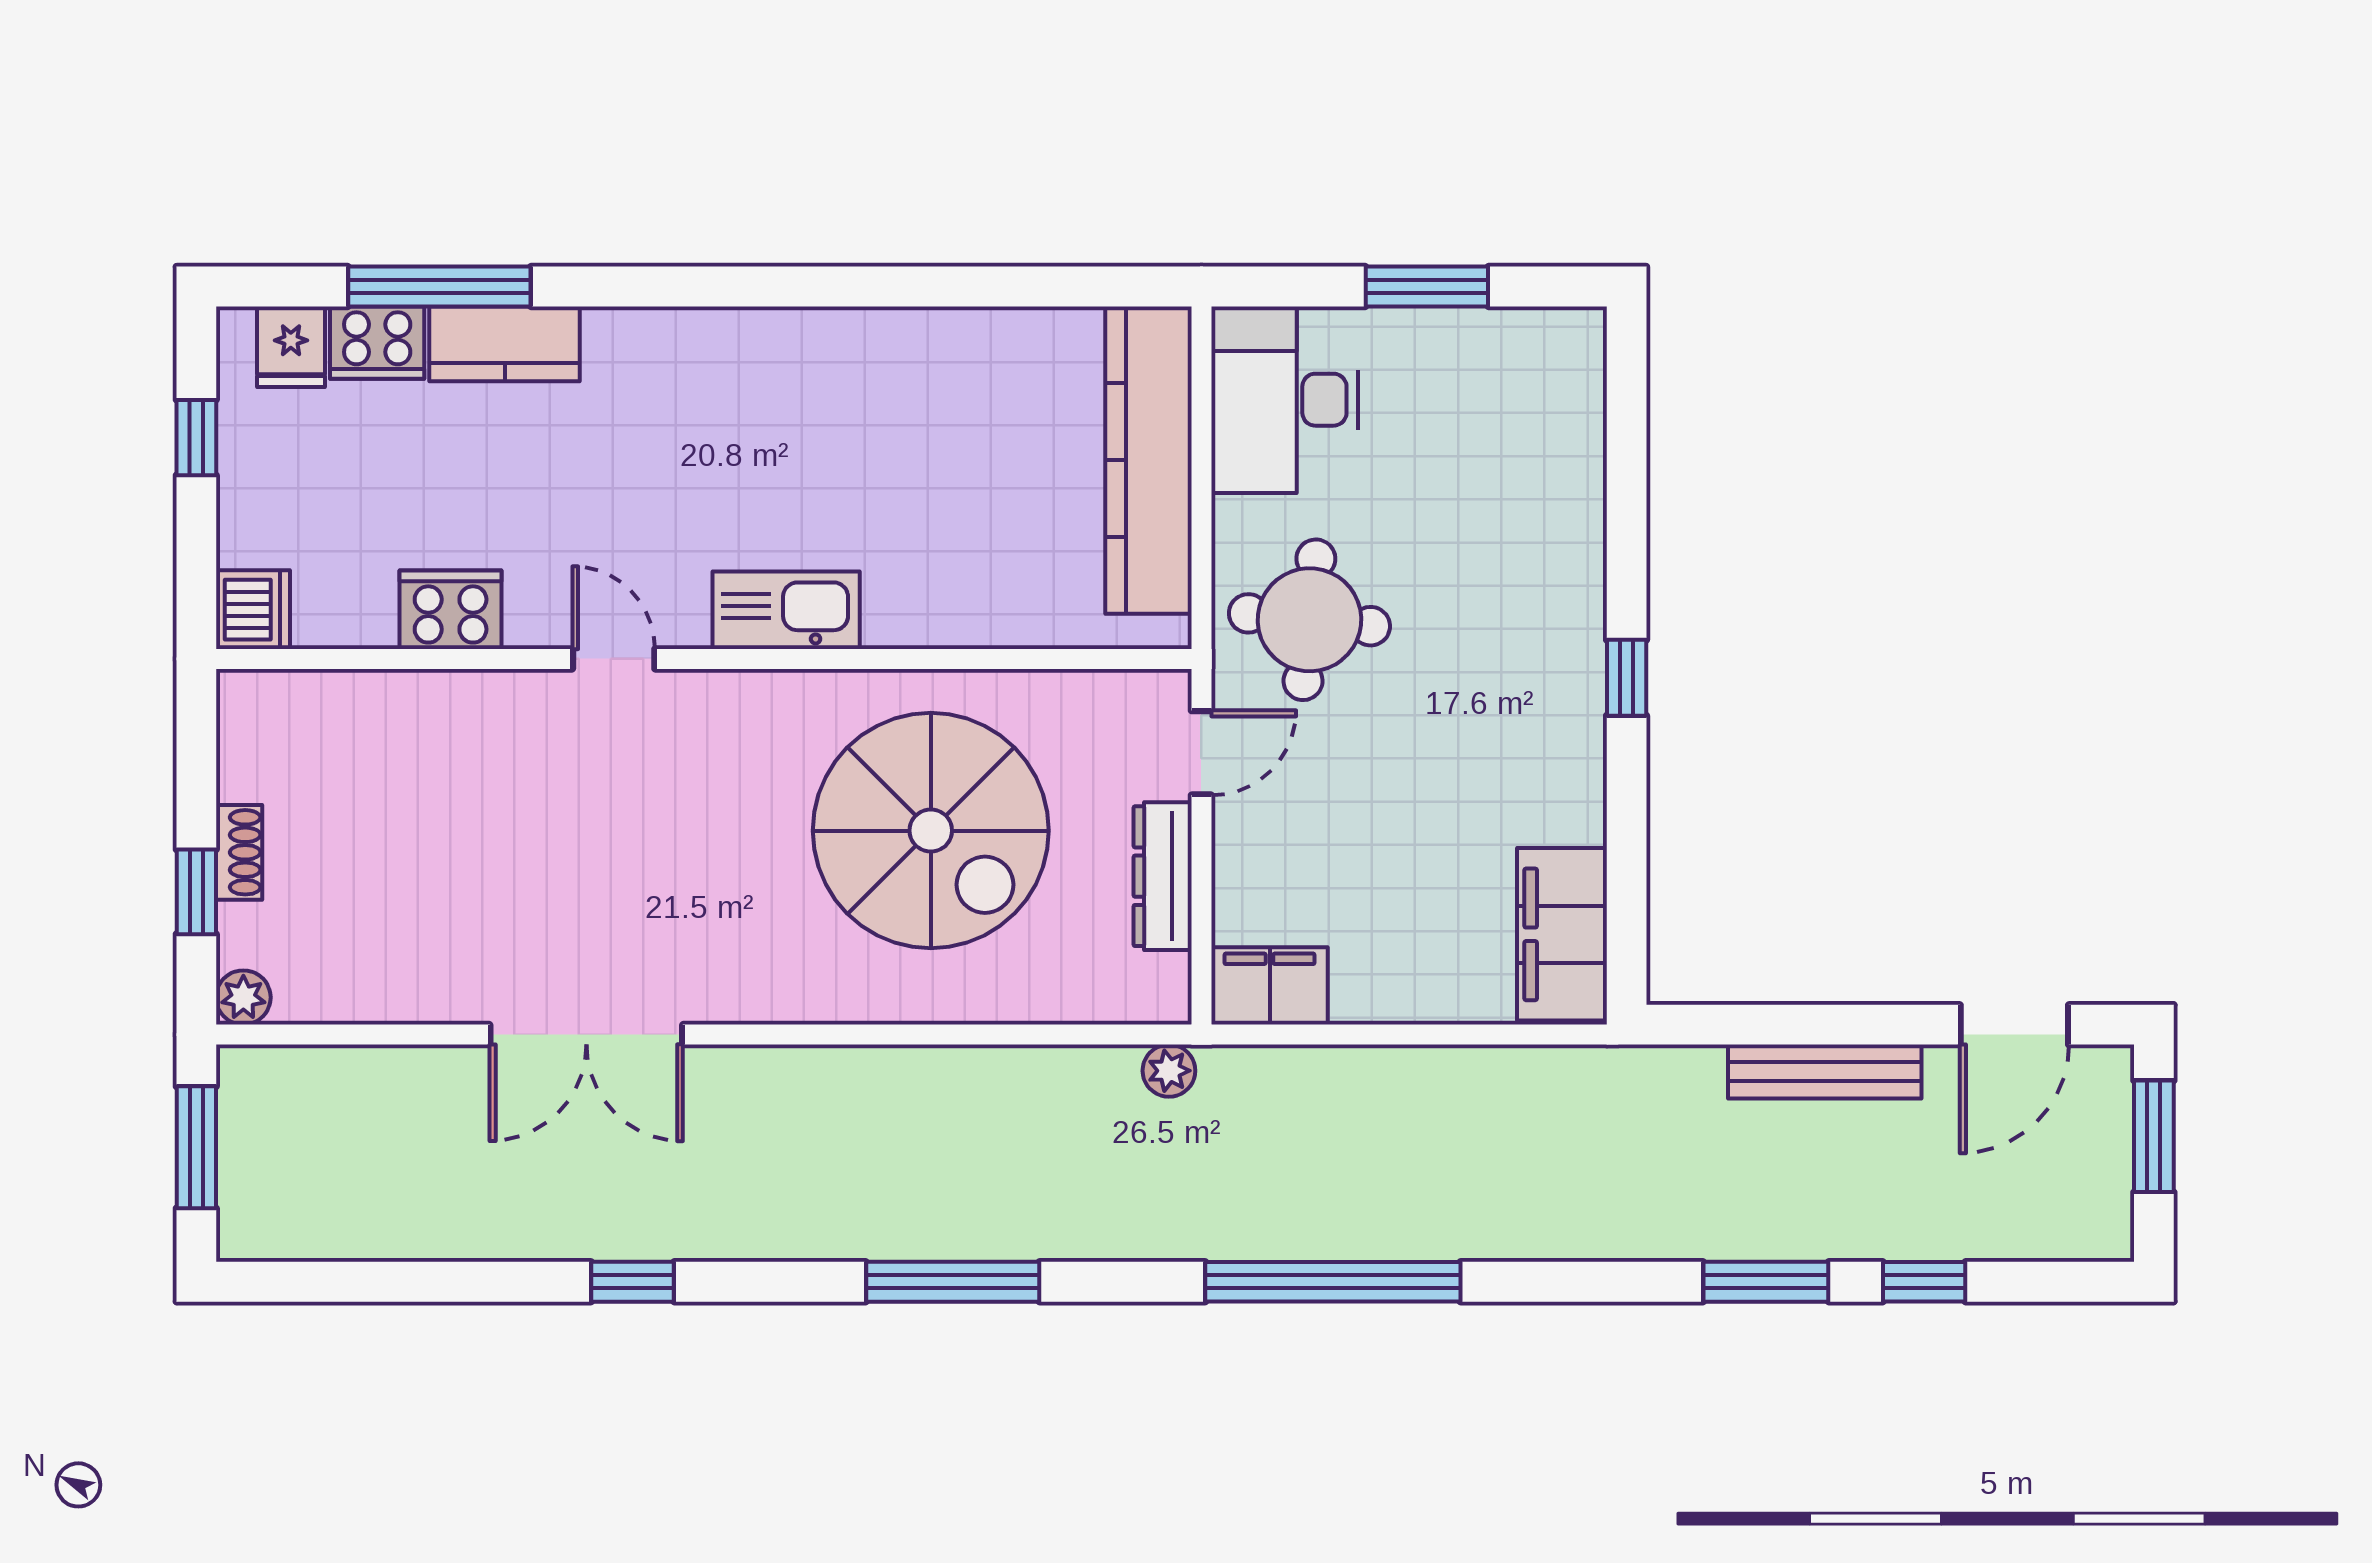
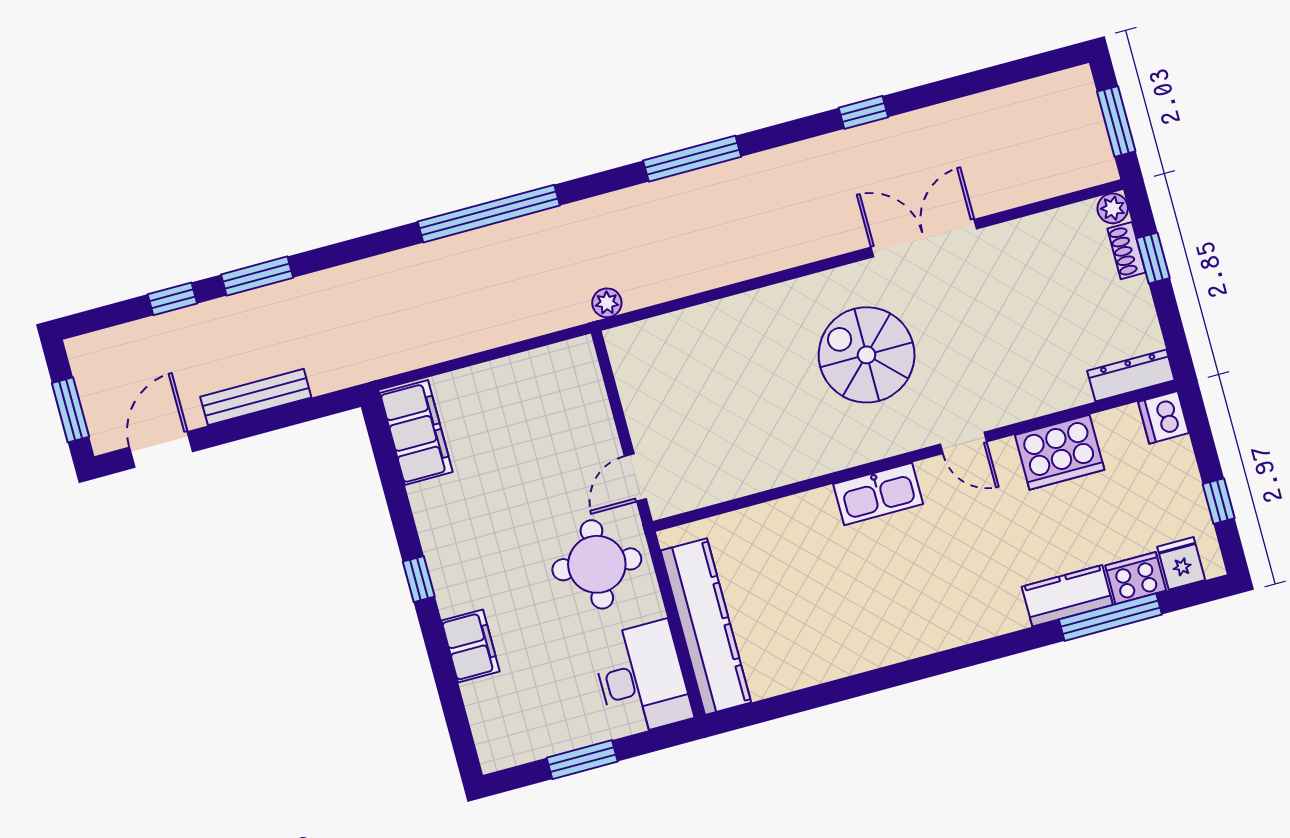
cooker: (451, 610) -> (1060, 452), width x1.37, depth x1.31
spiral stairs: (931, 831) -> (867, 355), moved, width x0.73, depth x0.73
shoe rack: (239, 852) -> (1126, 251), moved
dresser: (1163, 876) -> (1131, 375), moved, turned -90
filing cabinet: (1270, 986) -> (470, 646), moved, turned -90

